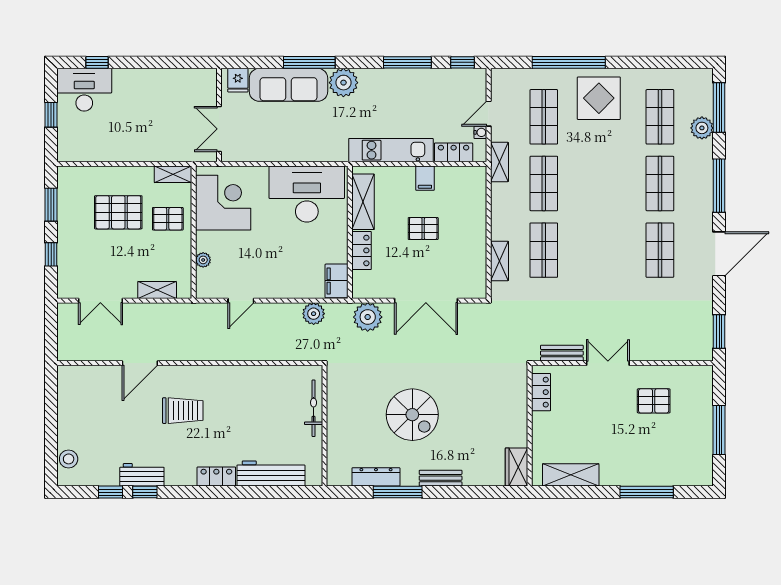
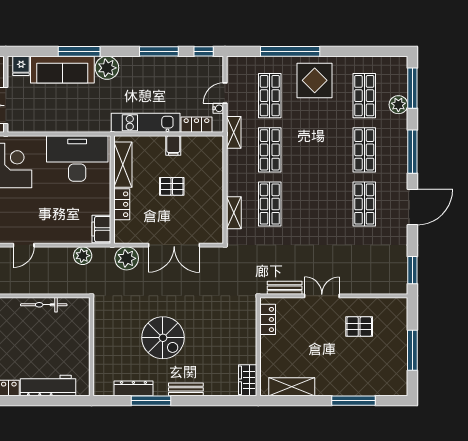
bicycle: (314, 408) -> (44, 305), moved, turned -90

